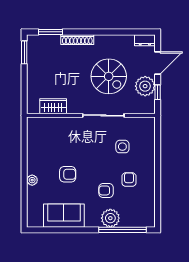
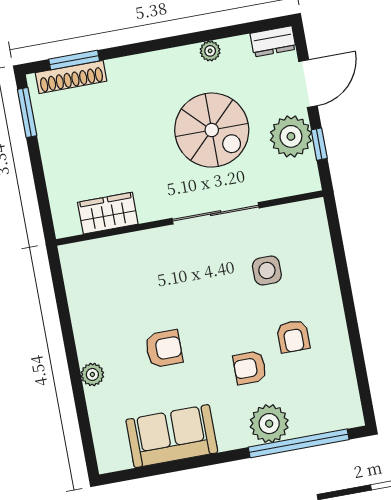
plant: (115, 39) -> (210, 51), added
shoe rack: (77, 40) -> (71, 77), moved
armchair: (129, 180) -> (293, 336), turned 180

